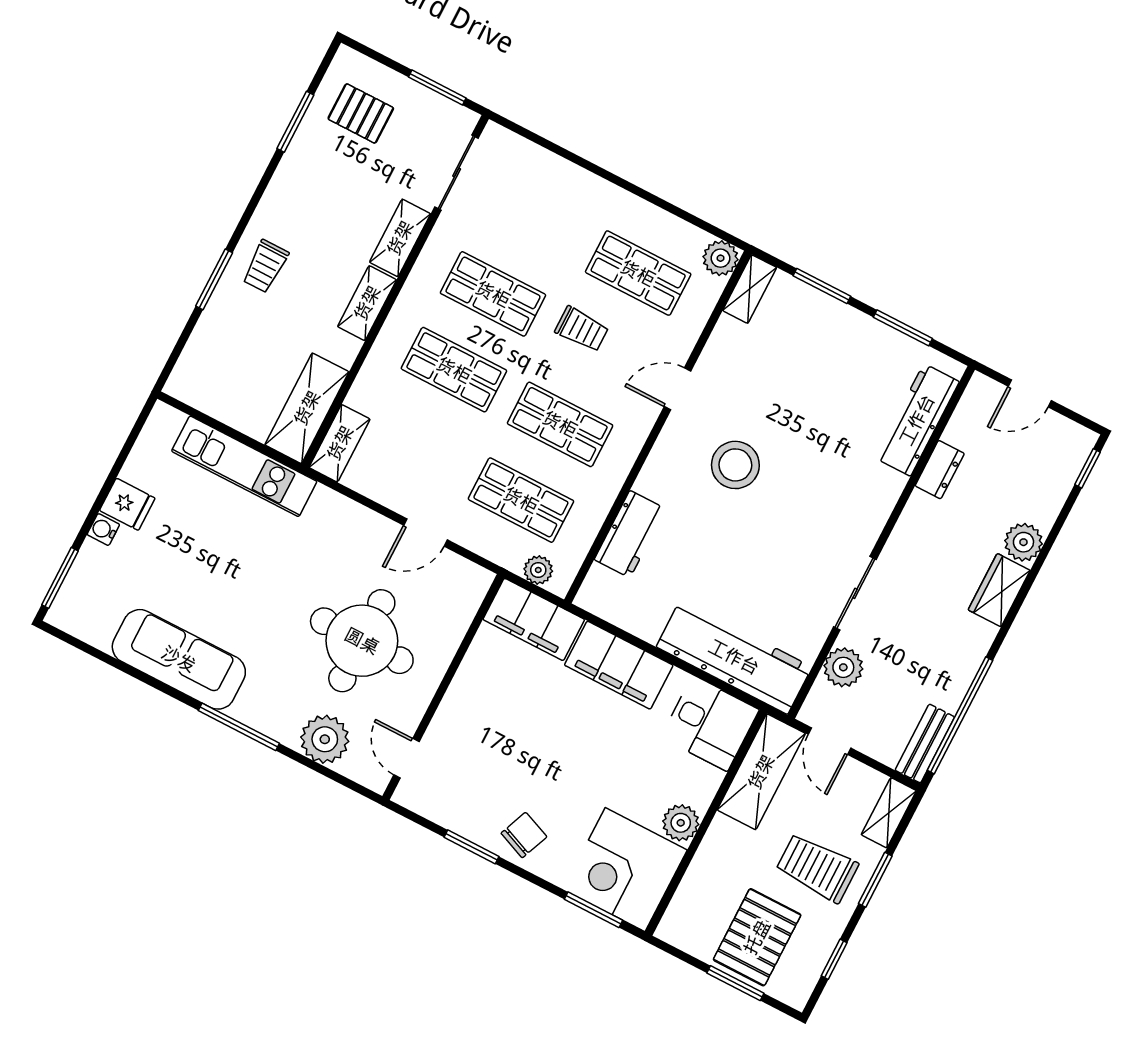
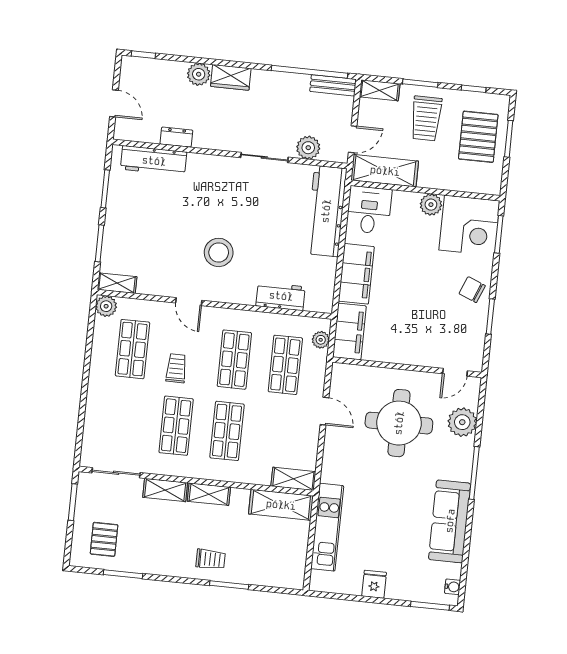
water cooler: (103, 530) -> (453, 587), moved, turned -90
pallet: (757, 937) -> (478, 137), turned 90

